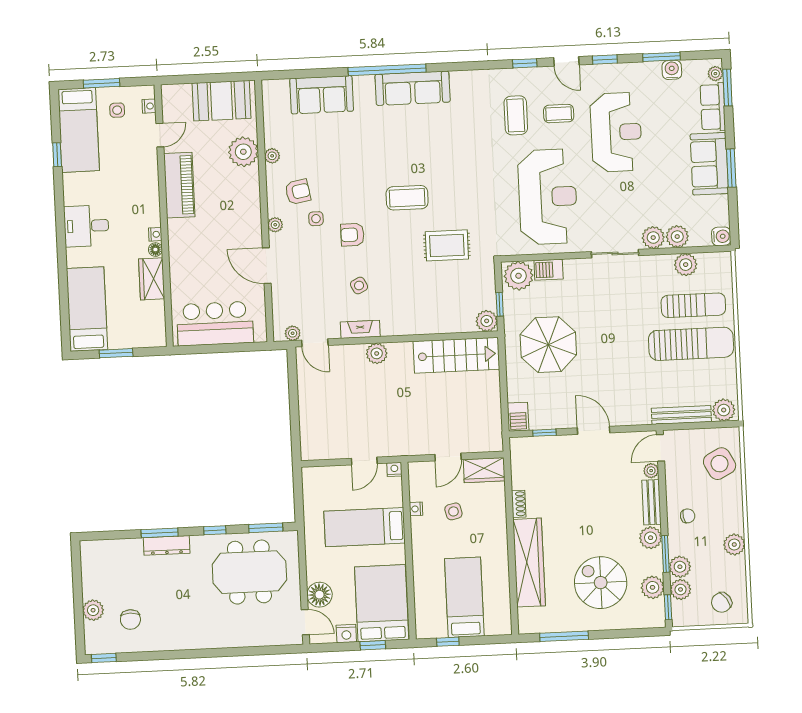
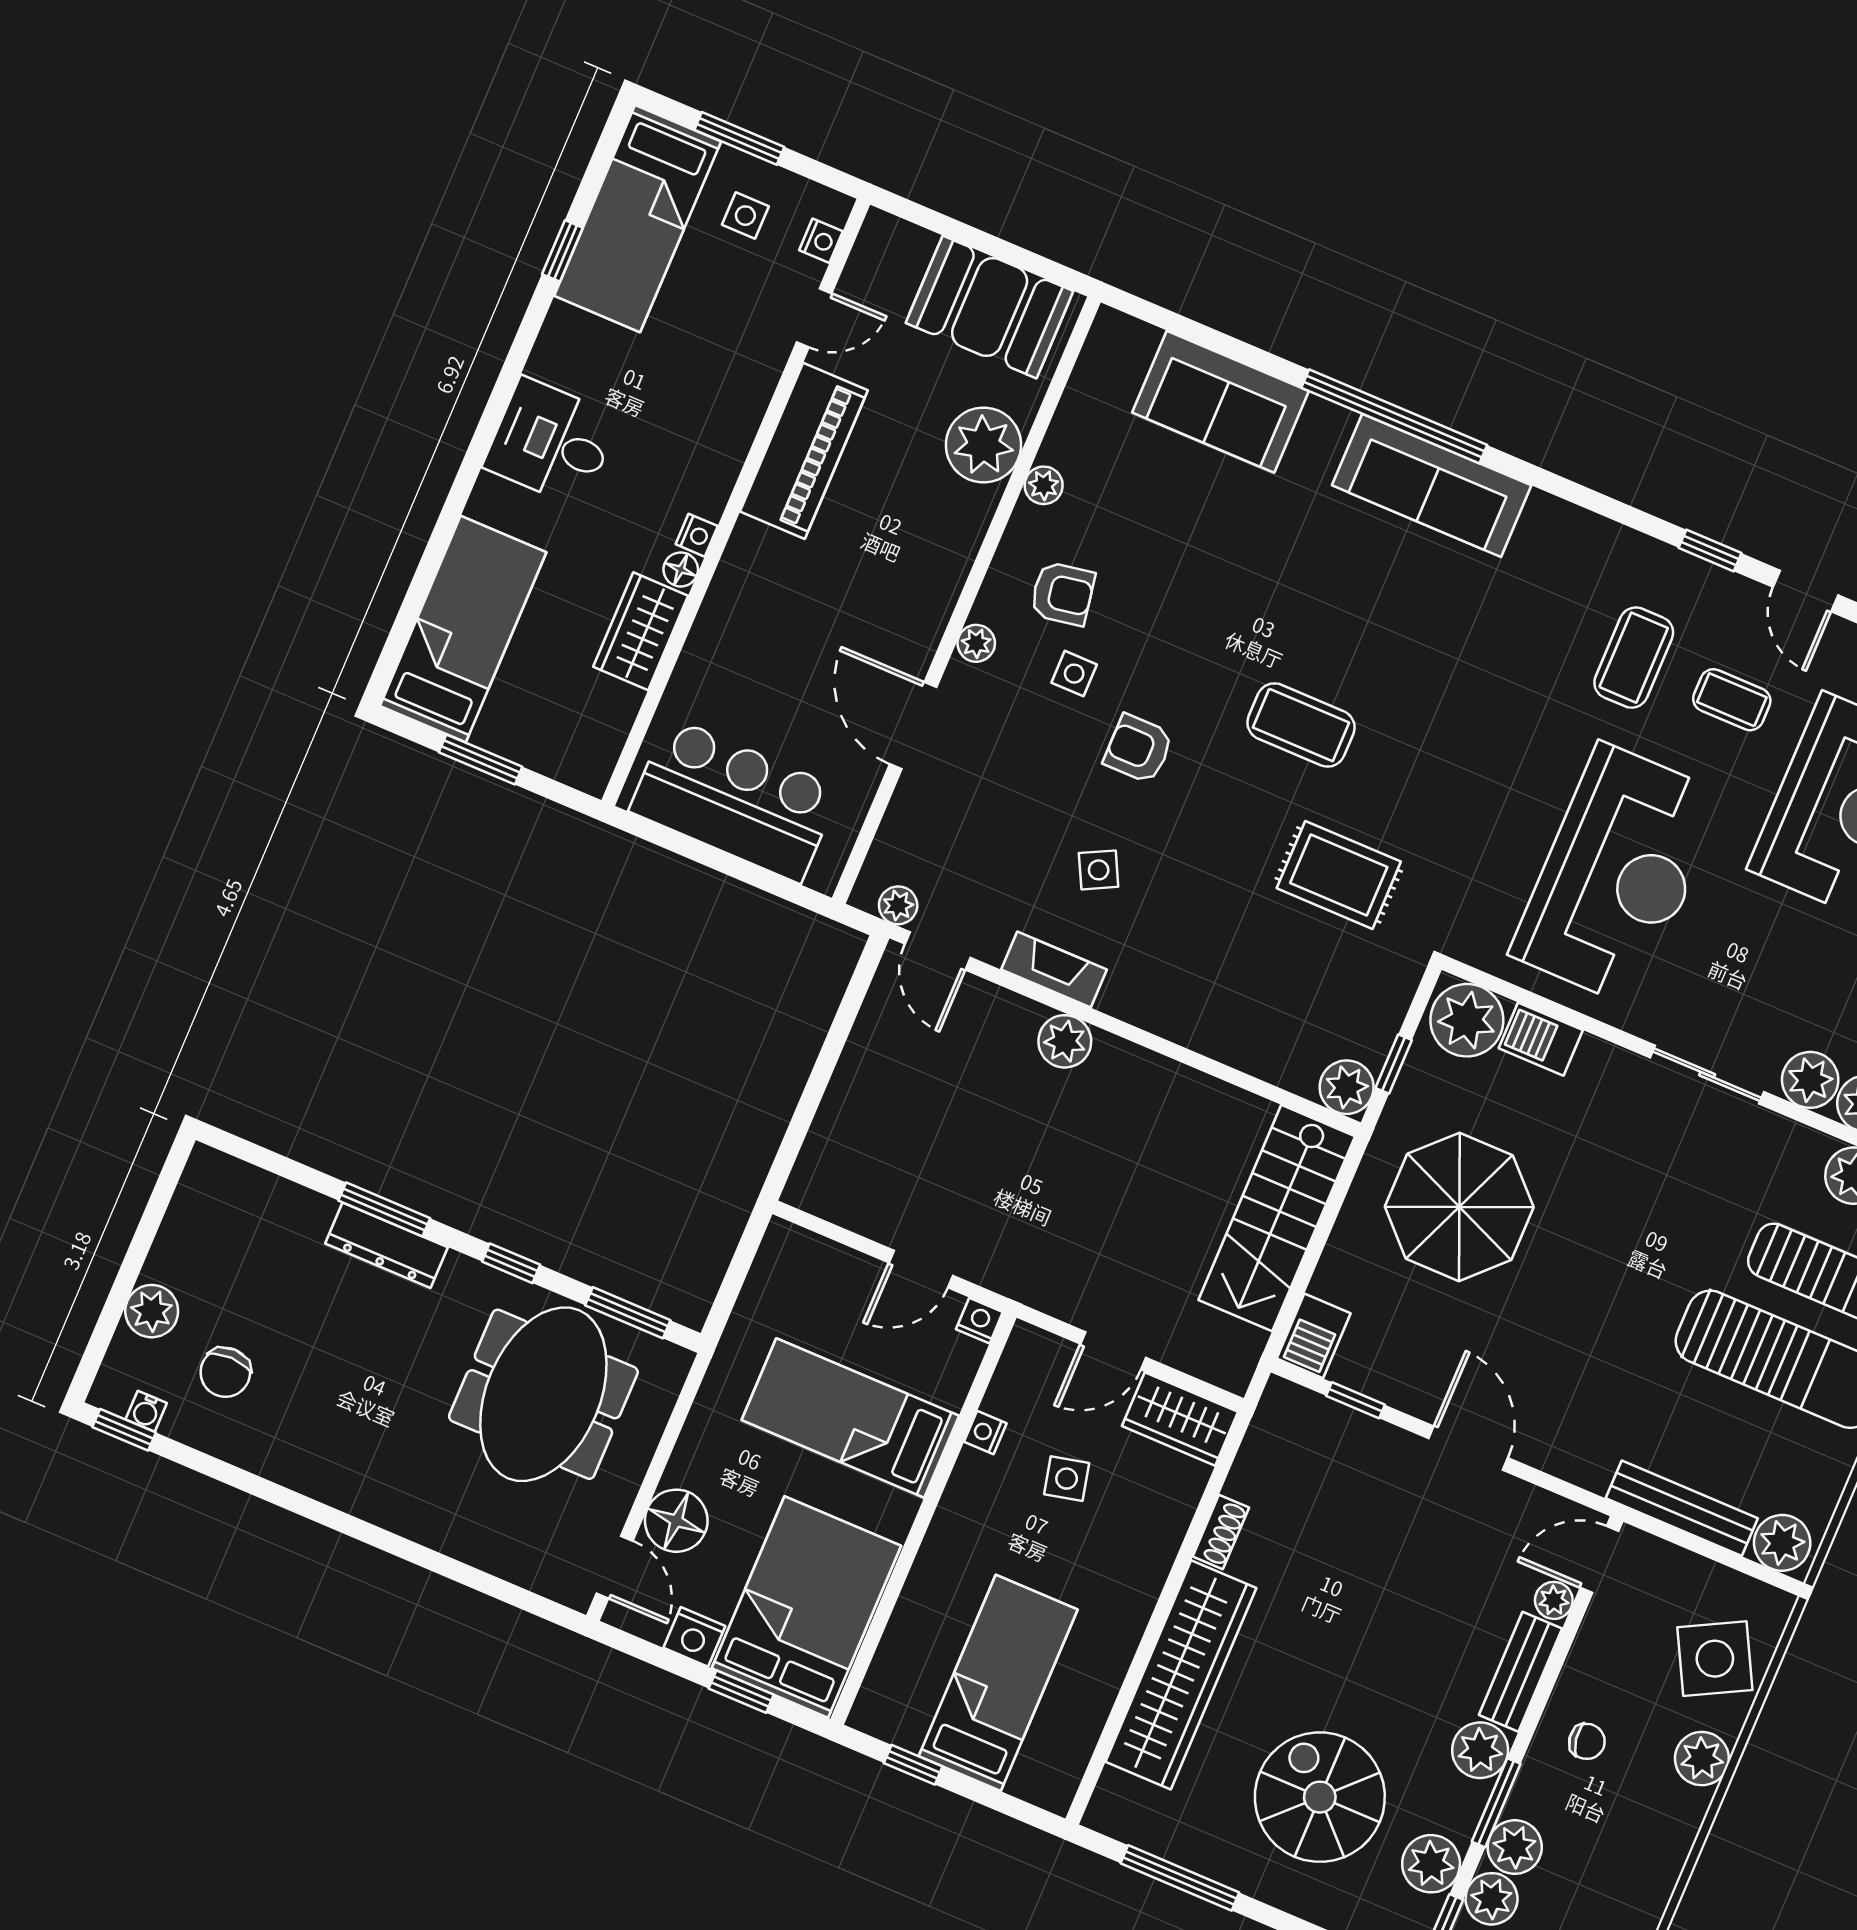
stairs: (456, 355) -> (1277, 1218), moved, turned 90
plant: (734, 545) -> (1702, 1759), moved
meeting table: (249, 572) -> (543, 1394), turned 90
water cooler: (109, 647) -> (146, 1411), added

